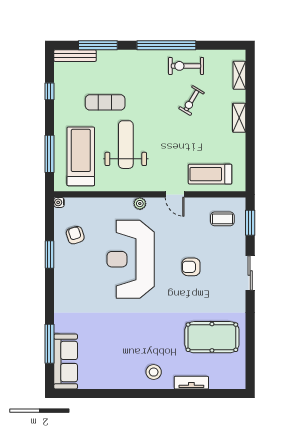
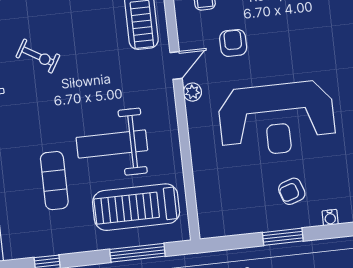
water cooler: (59, 202) -> (330, 218), moved
plant: (140, 204) -> (192, 92), moved
armchair: (75, 235) -> (292, 191), moved
armchair: (191, 267) -> (233, 43), moved, turned 180

